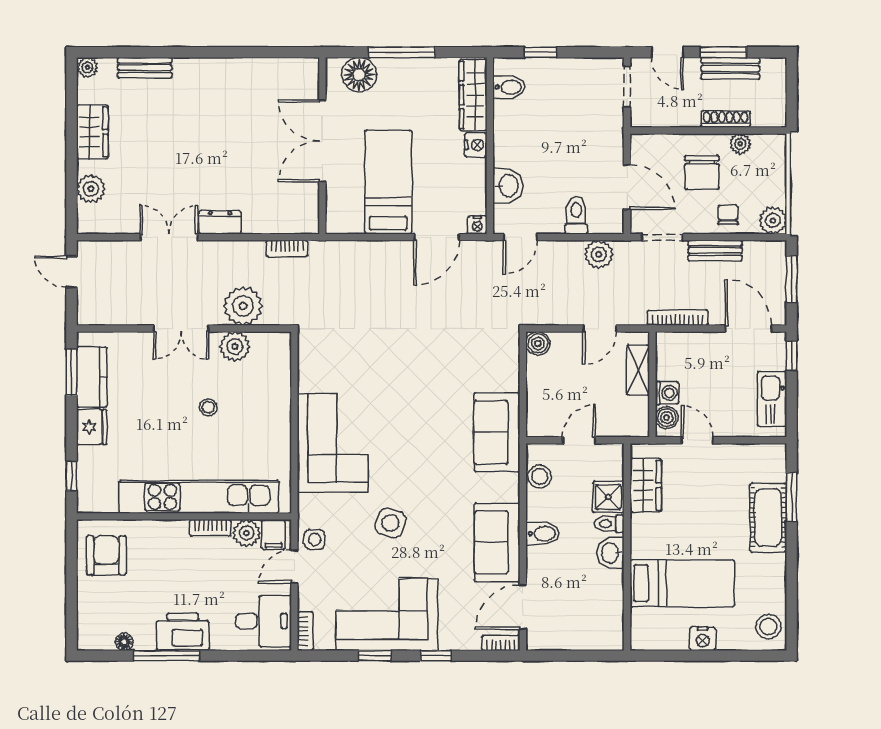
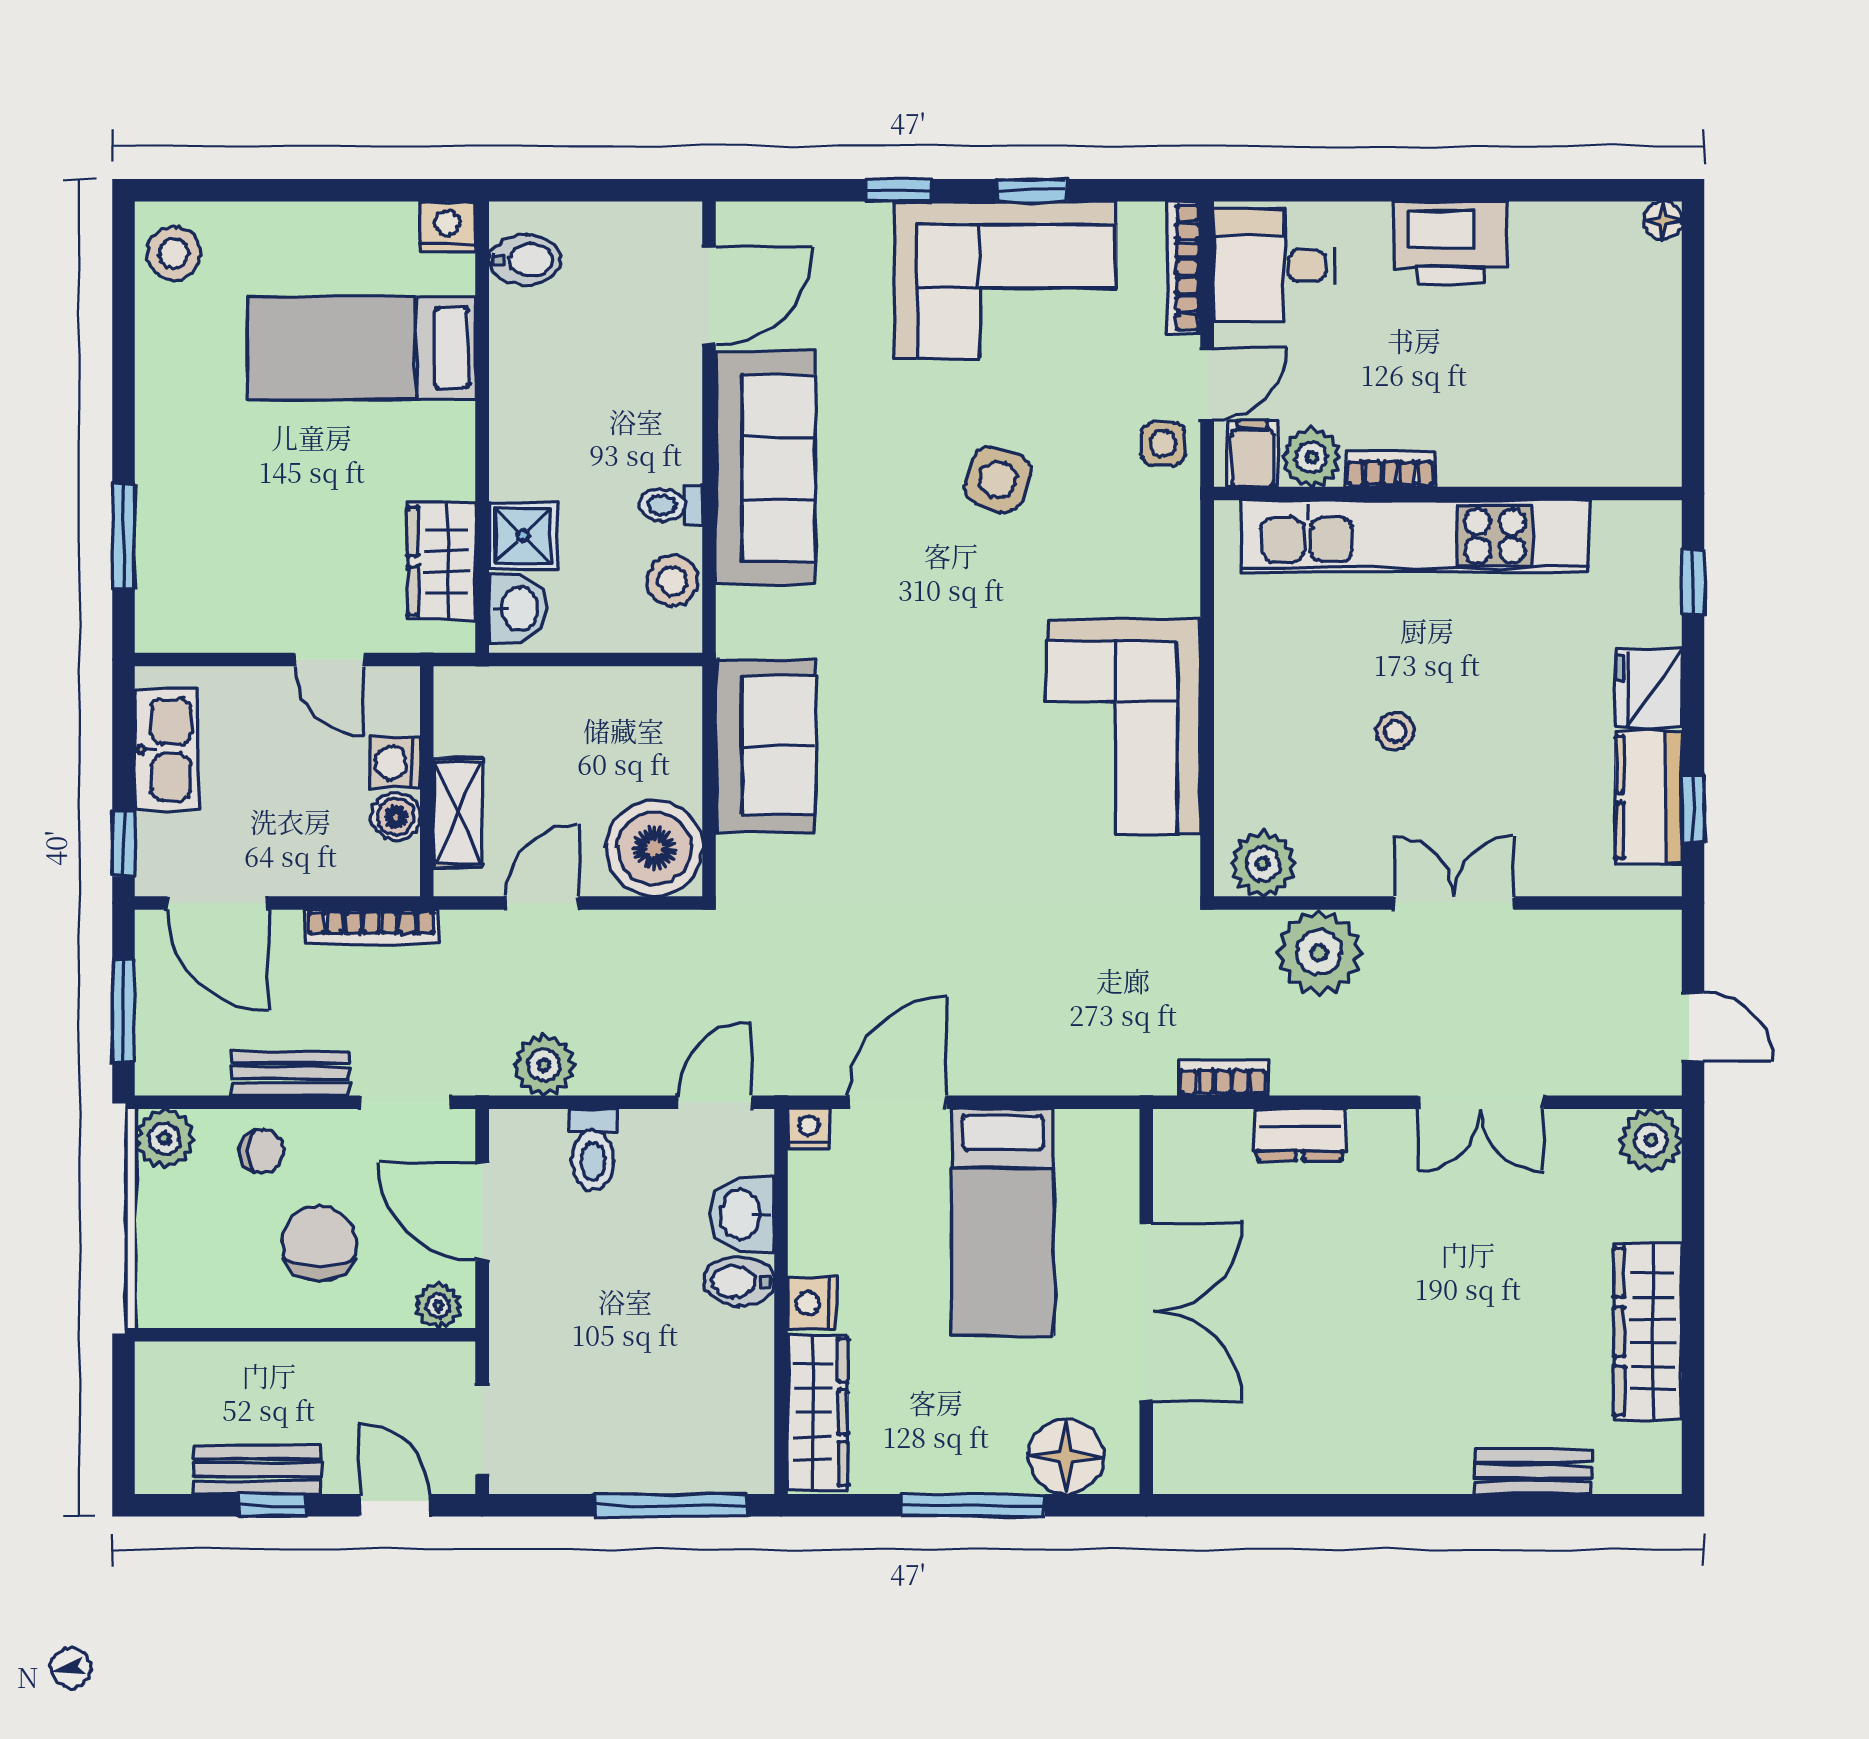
window: (540, 52) -> (671, 1505), width x2.17
window: (723, 52) -> (272, 1505), width x0.67
plant: (87, 67) -> (1658, 1472), removed
bidet: (509, 87) -> (739, 1281), moved
shoe rack: (726, 119) -> (267, 1360), removed
wardrobe: (92, 132) -> (1648, 1332), width x1.50
plant: (740, 144) -> (438, 1306), moved
plant: (91, 189) -> (1651, 1140), moved
chair: (728, 215) -> (262, 1151), turned -89
dresser: (220, 222) -> (1300, 1135), moved
boiler: (538, 343) -> (654, 848), width x1.86, depth x1.86
plant: (235, 347) -> (1263, 864), moved
window: (71, 372) -> (1693, 808), width x0.67
boiler: (667, 418) -> (396, 817), moved
sofa: (497, 432) -> (766, 745), moved
door: (579, 440) -> (587, 660), removed
corner sofa: (333, 443) -> (1124, 727), moved
cot: (768, 518) -> (174, 491), removed
toilet: (609, 524) -> (671, 505), moved, turned 180
bidet: (543, 534) -> (525, 260), moved, turned 180
sofa: (497, 542) -> (765, 468), width x1.36
washbasin: (611, 553) -> (518, 609), moved
armchair: (106, 555) -> (1617, 409), removed
bookcase: (305, 631) -> (1184, 268), width x1.56
nightstand: (703, 639) -> (448, 227), moved
floor lamp: (124, 642) -> (1663, 220), moved
bookcase: (501, 643) -> (757, 218), removed
window: (167, 656) -> (1486, 190), removed

